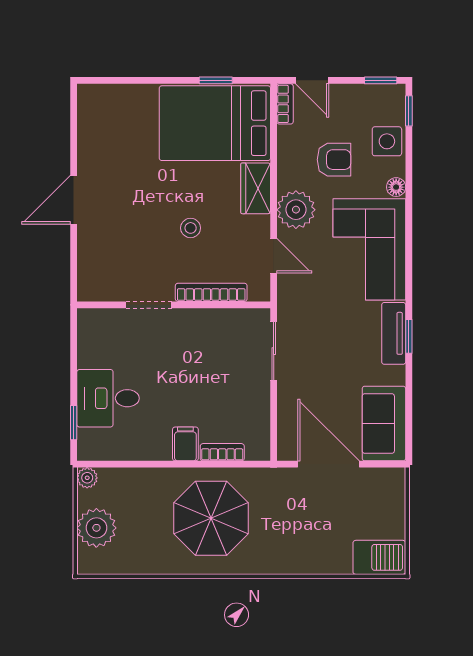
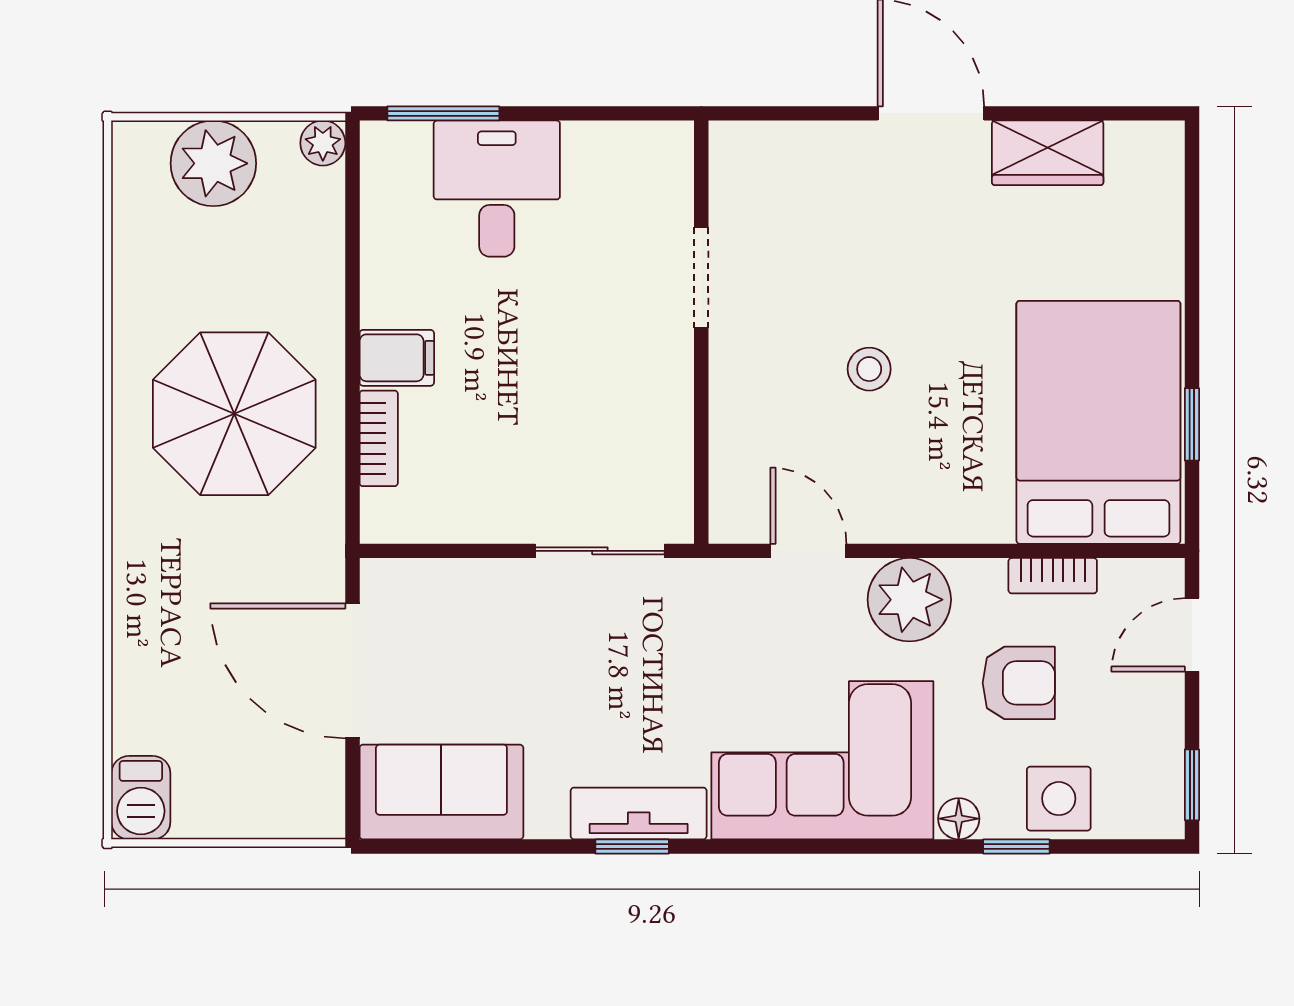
bookcase: (285, 104) -> (1053, 576), moved
window: (409, 111) -> (1016, 846), moved
armchair: (334, 160) -> (1019, 683), turned -90
wardrobe: (256, 188) -> (1048, 153), moved, turned 180
door: (274, 256) -> (808, 551), swing flipped
bookcase: (211, 292) -> (728, 414), removed
window: (74, 423) -> (443, 113), width x1.50
door: (328, 464) -> (352, 671), swing flipped
barbecue: (379, 557) -> (141, 798), width x0.73, depth x0.79

